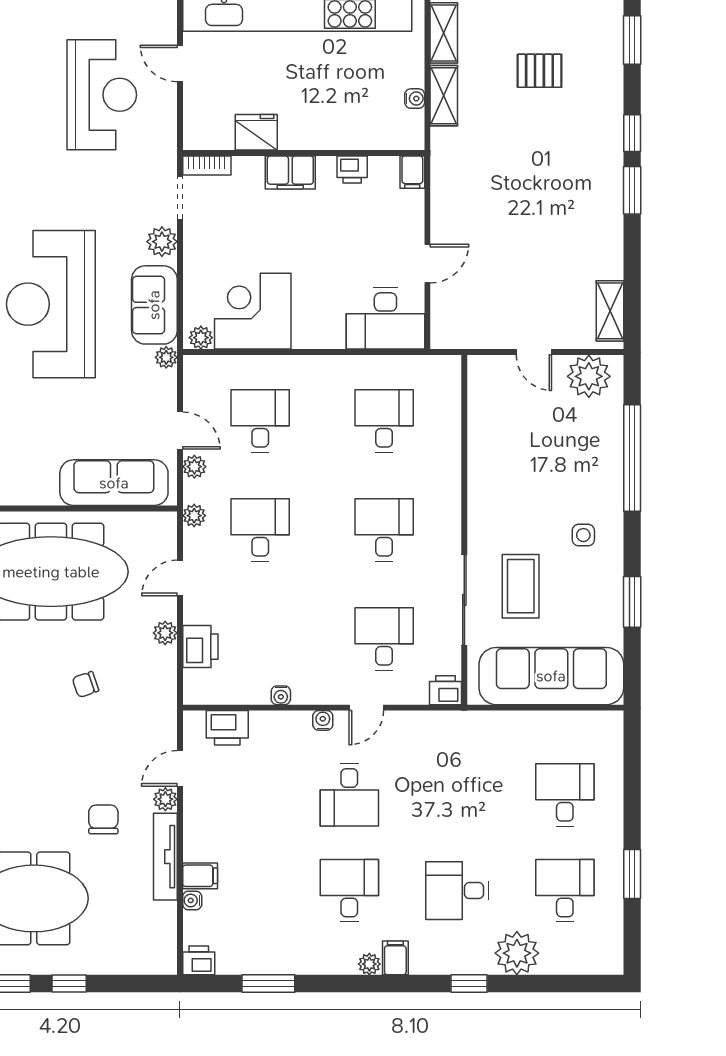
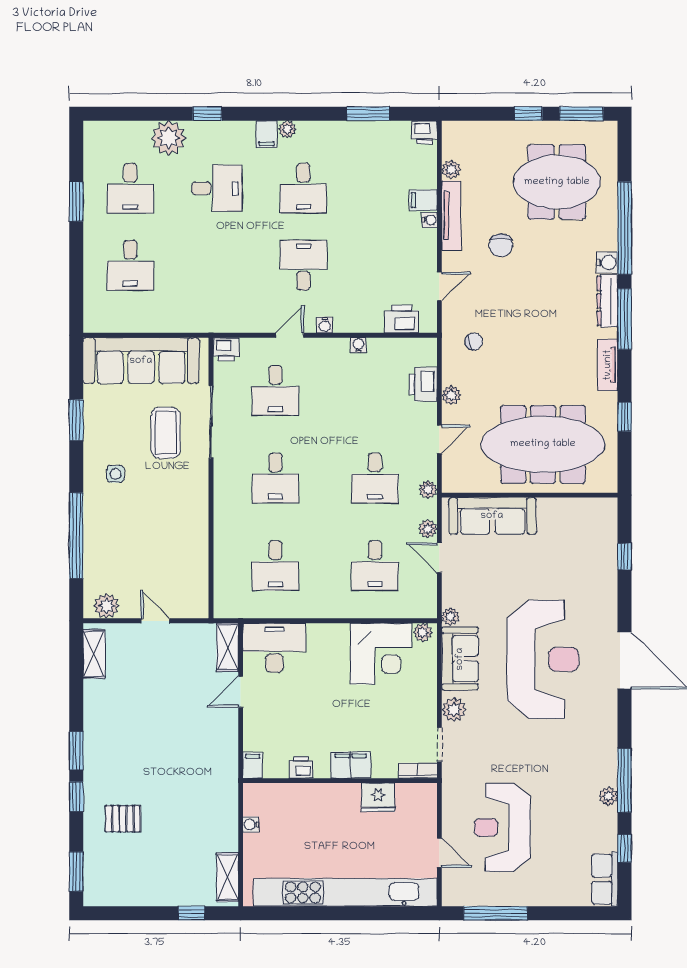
pallet: (539, 71) -> (123, 819), moved
shelving: (444, 96) -> (227, 647), moved
plant: (589, 376) -> (106, 606), width x0.73, depth x0.73
chair: (86, 684) -> (474, 342), moved
plant: (165, 799) -> (451, 169), moved
water cooler: (192, 900) -> (430, 220), moved

